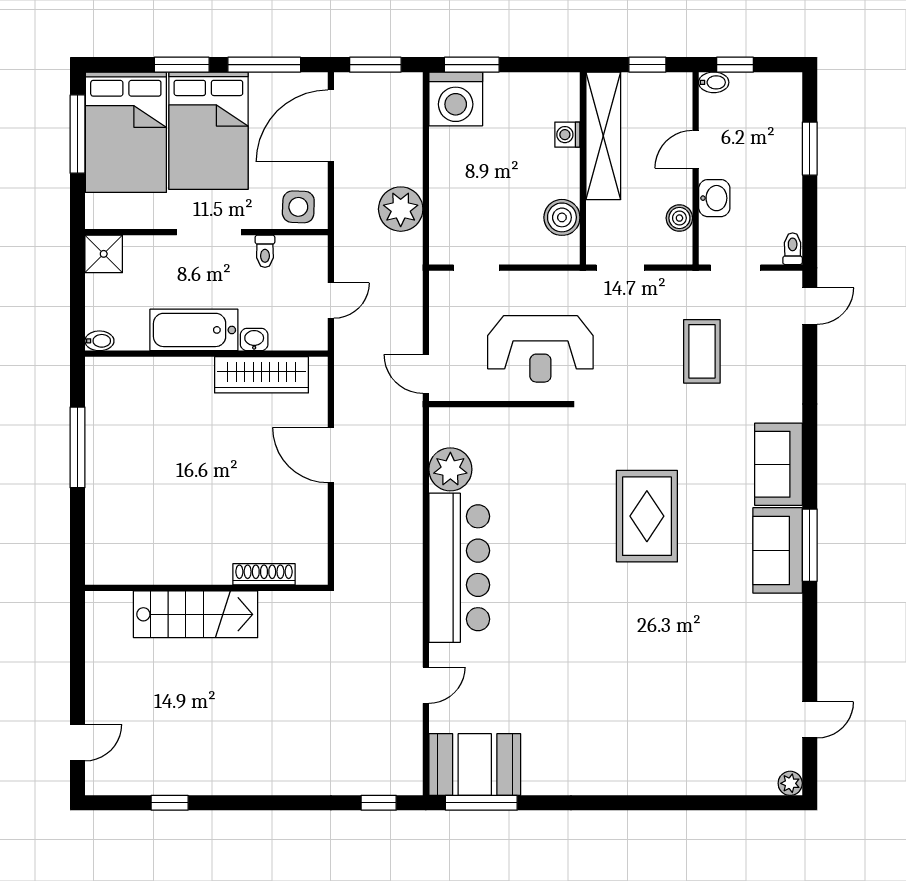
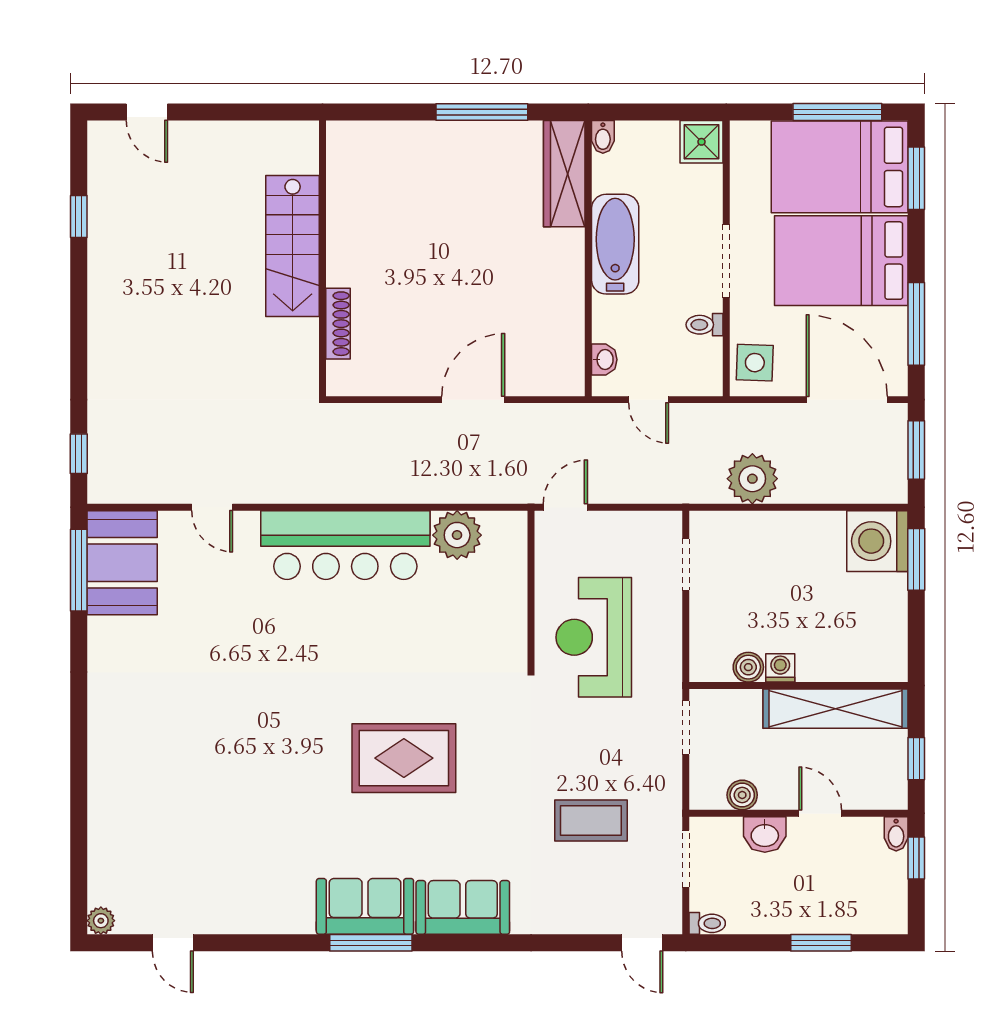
window: (182, 65) -> (916, 178), moved
washing machine: (567, 135) -> (780, 668), moved
boiler: (562, 217) -> (748, 667), width x0.73, depth x0.73
washbasin: (254, 340) -> (604, 360), moved
wardrobe: (262, 375) -> (564, 174), moved

